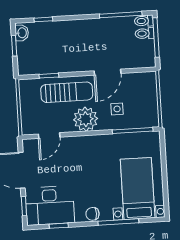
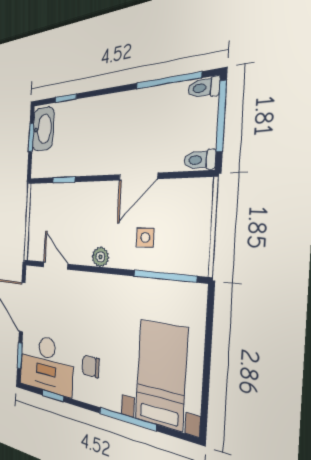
washbasin: (22, 33) -> (43, 129), width x1.91, depth x1.45
toilet: (145, 33) -> (200, 160), moved
sun lounger: (67, 92) -> (82, 205), removed
plant: (86, 119) -> (100, 257), width x0.53, depth x0.53
door: (49, 136) -> (55, 266), swing flipped
chair: (92, 214) -> (91, 366), moved

